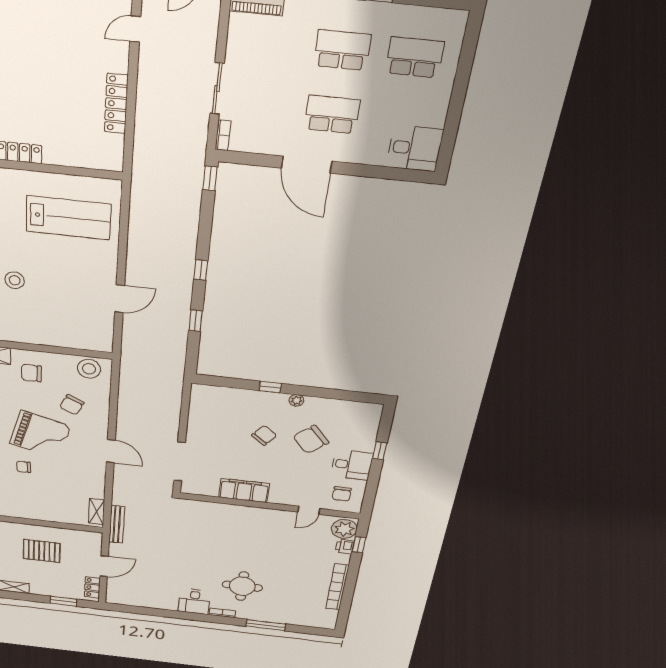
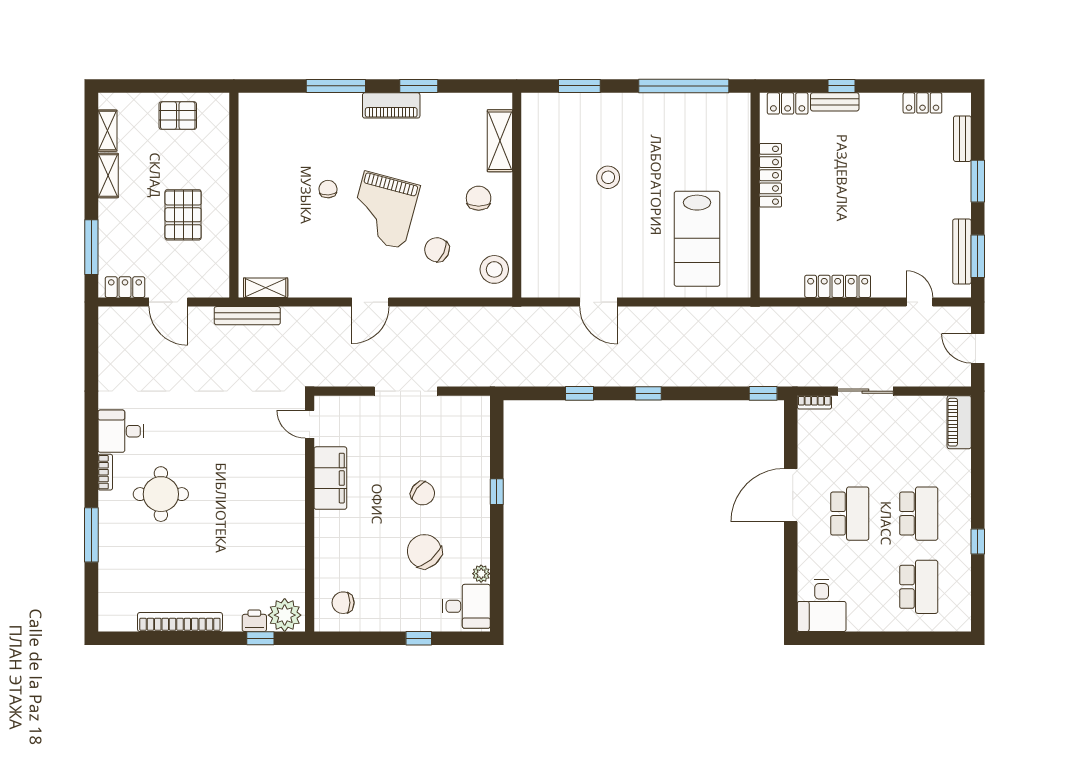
plant: (296, 400) -> (481, 574), moved
doorway: (180, 462) -> (406, 391), moved
desk: (352, 465) -> (466, 606), moved, turned -90
door: (309, 510) -> (310, 424), moved
window: (63, 601) -> (91, 247), width x1.44

